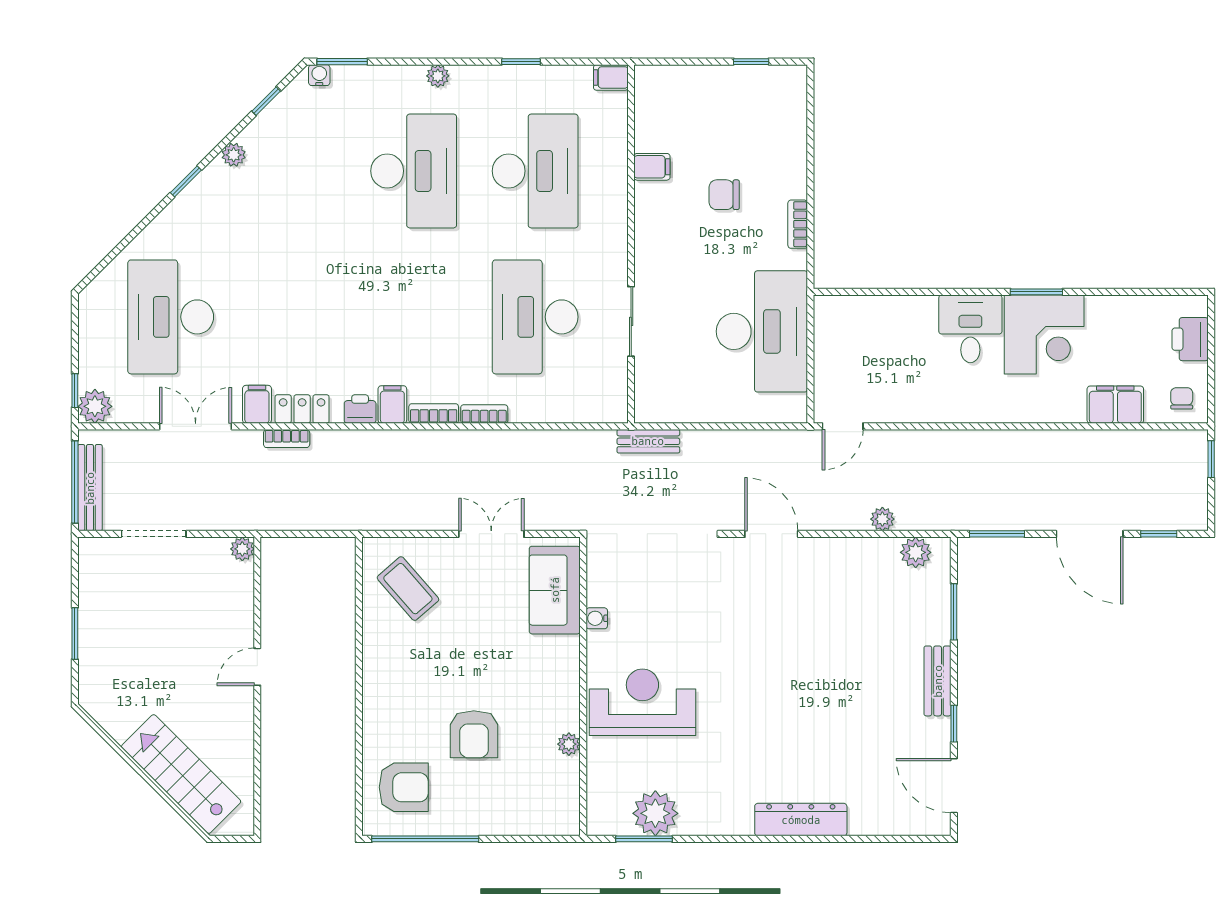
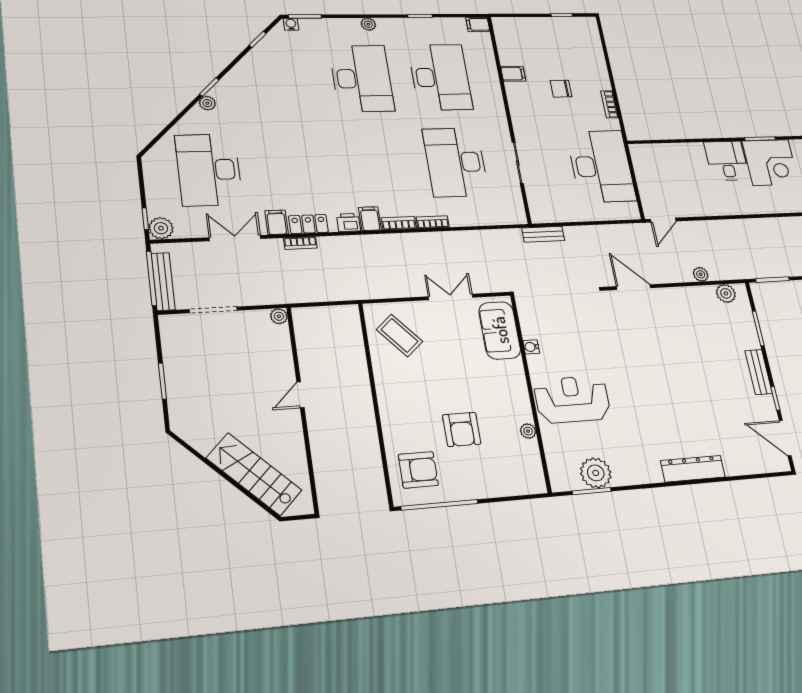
plant: (234, 155) -> (207, 103), moved

